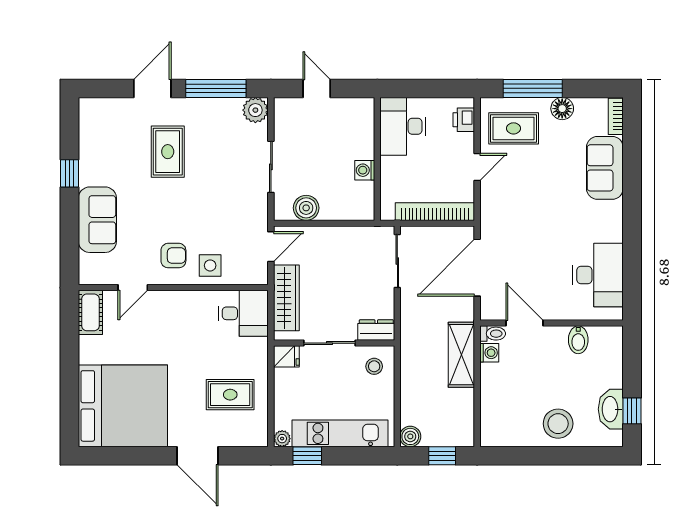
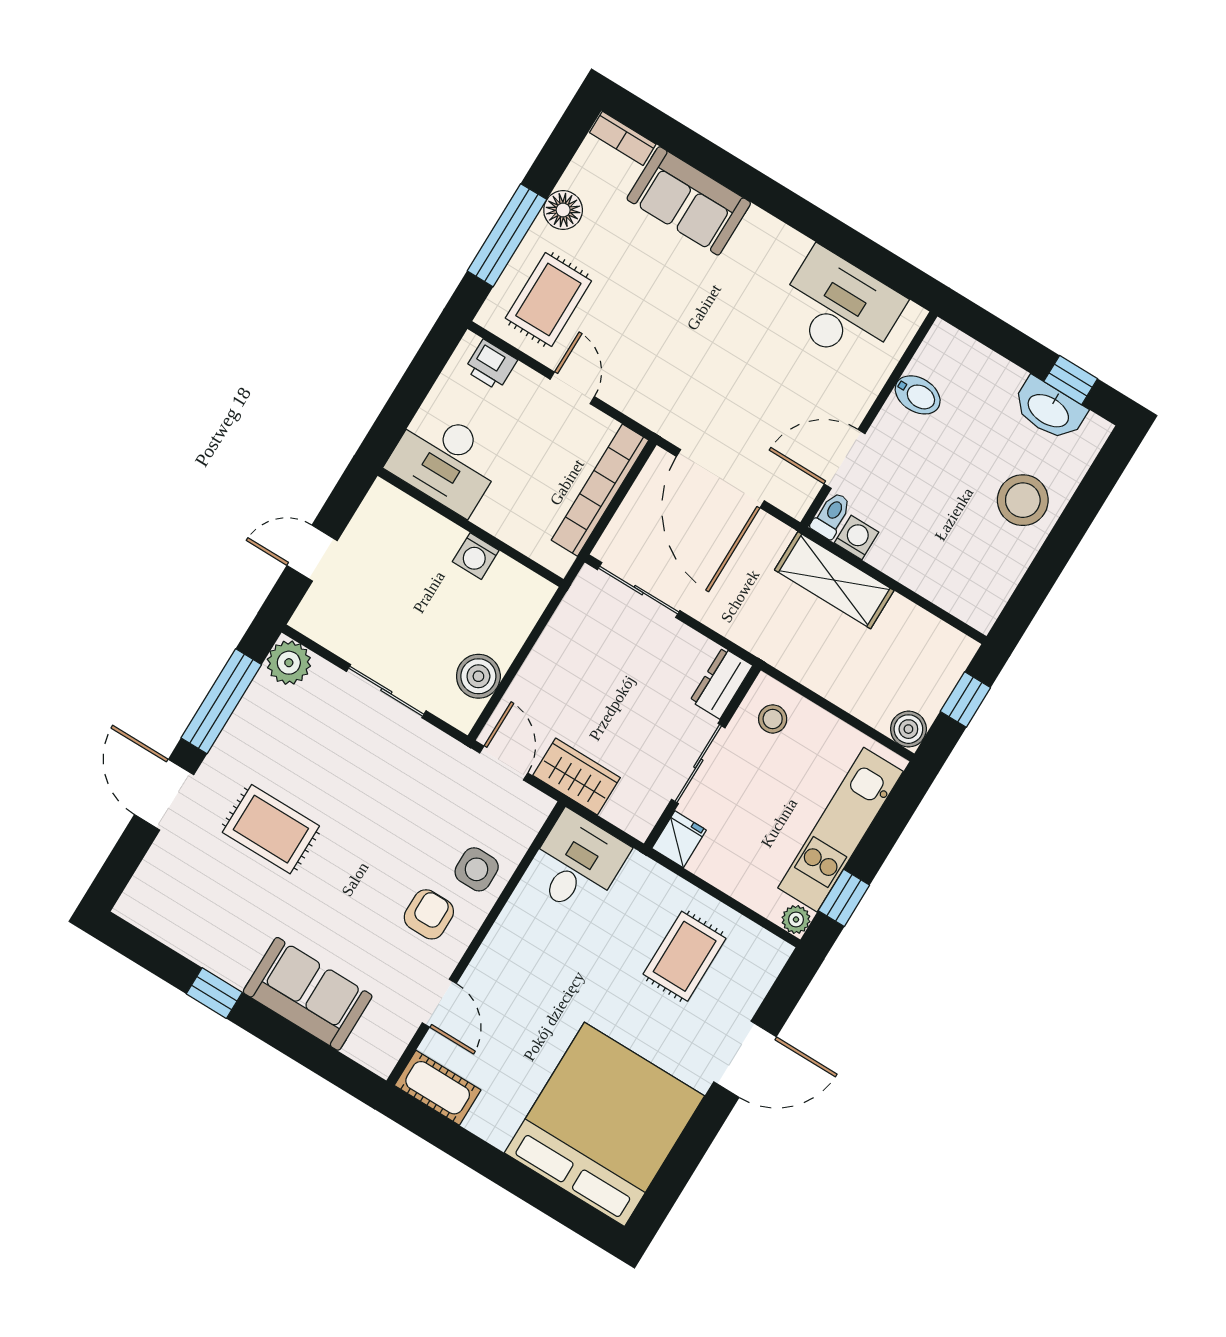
wardrobe: (286, 298) -> (577, 776), width x0.67

